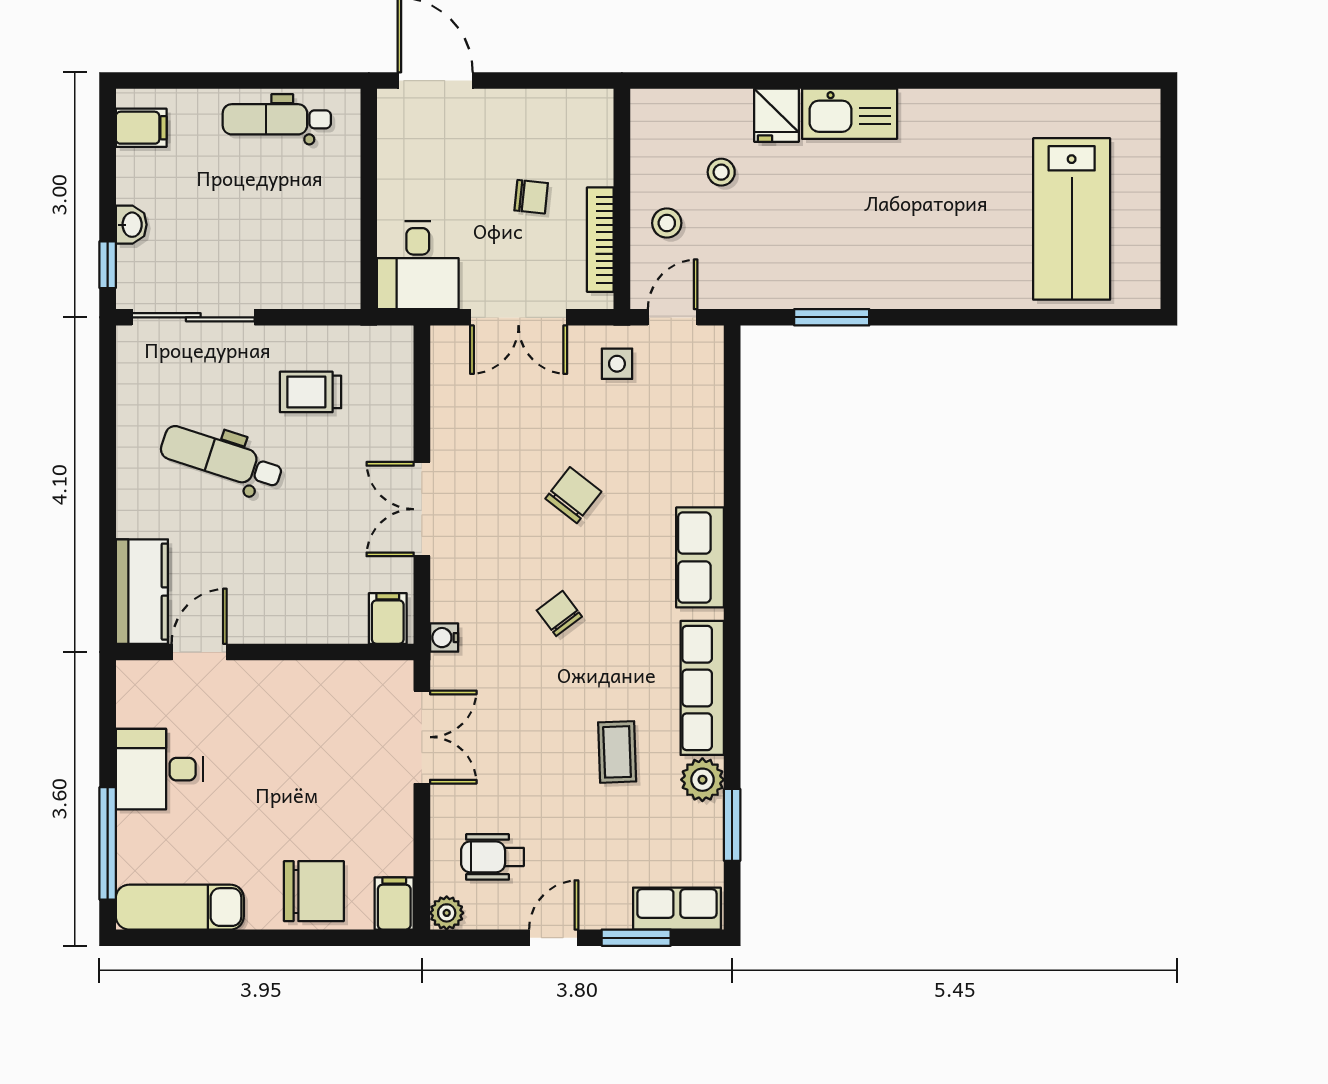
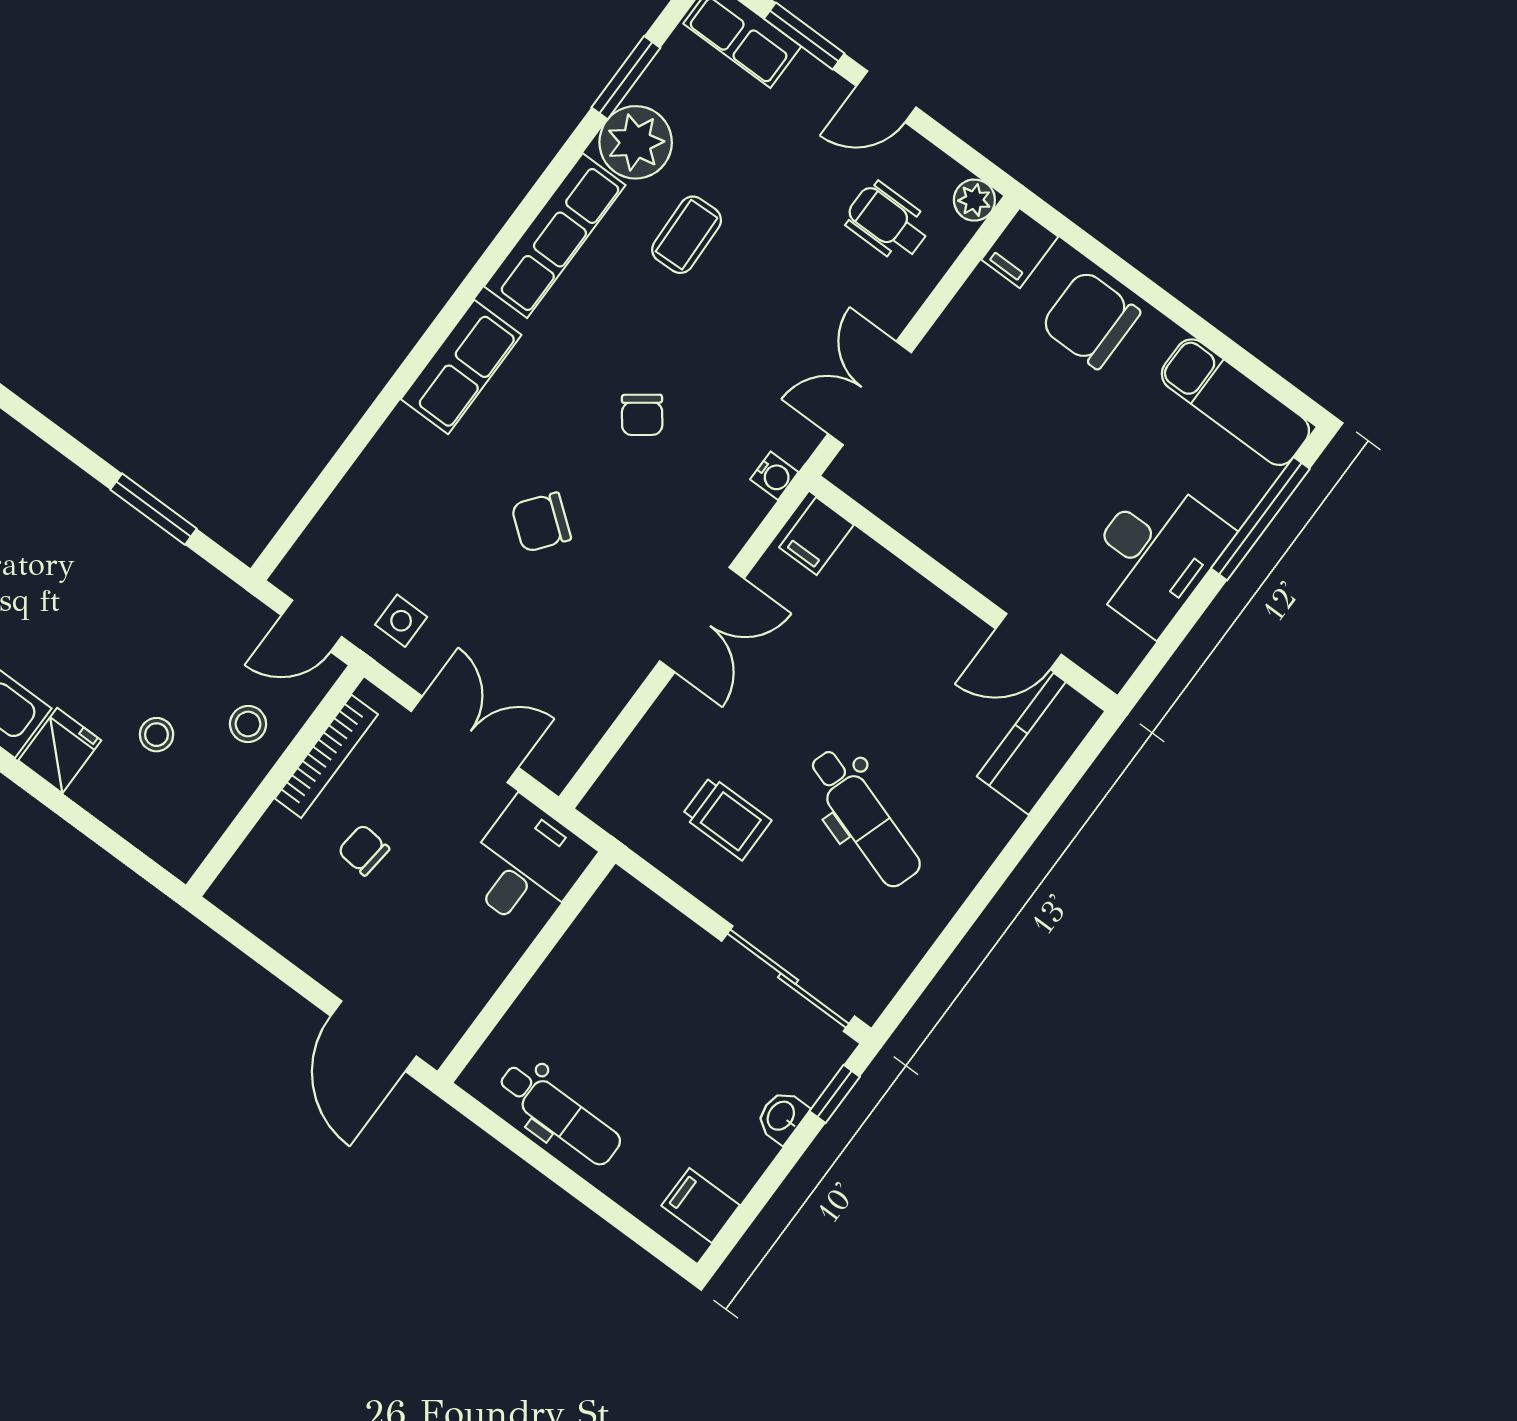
desk: (159, 769) -> (1154, 555), width x1.37
plant: (702, 780) -> (636, 142), width x1.36, depth x1.36
wheelchair: (492, 857) -> (888, 222), turned 180

